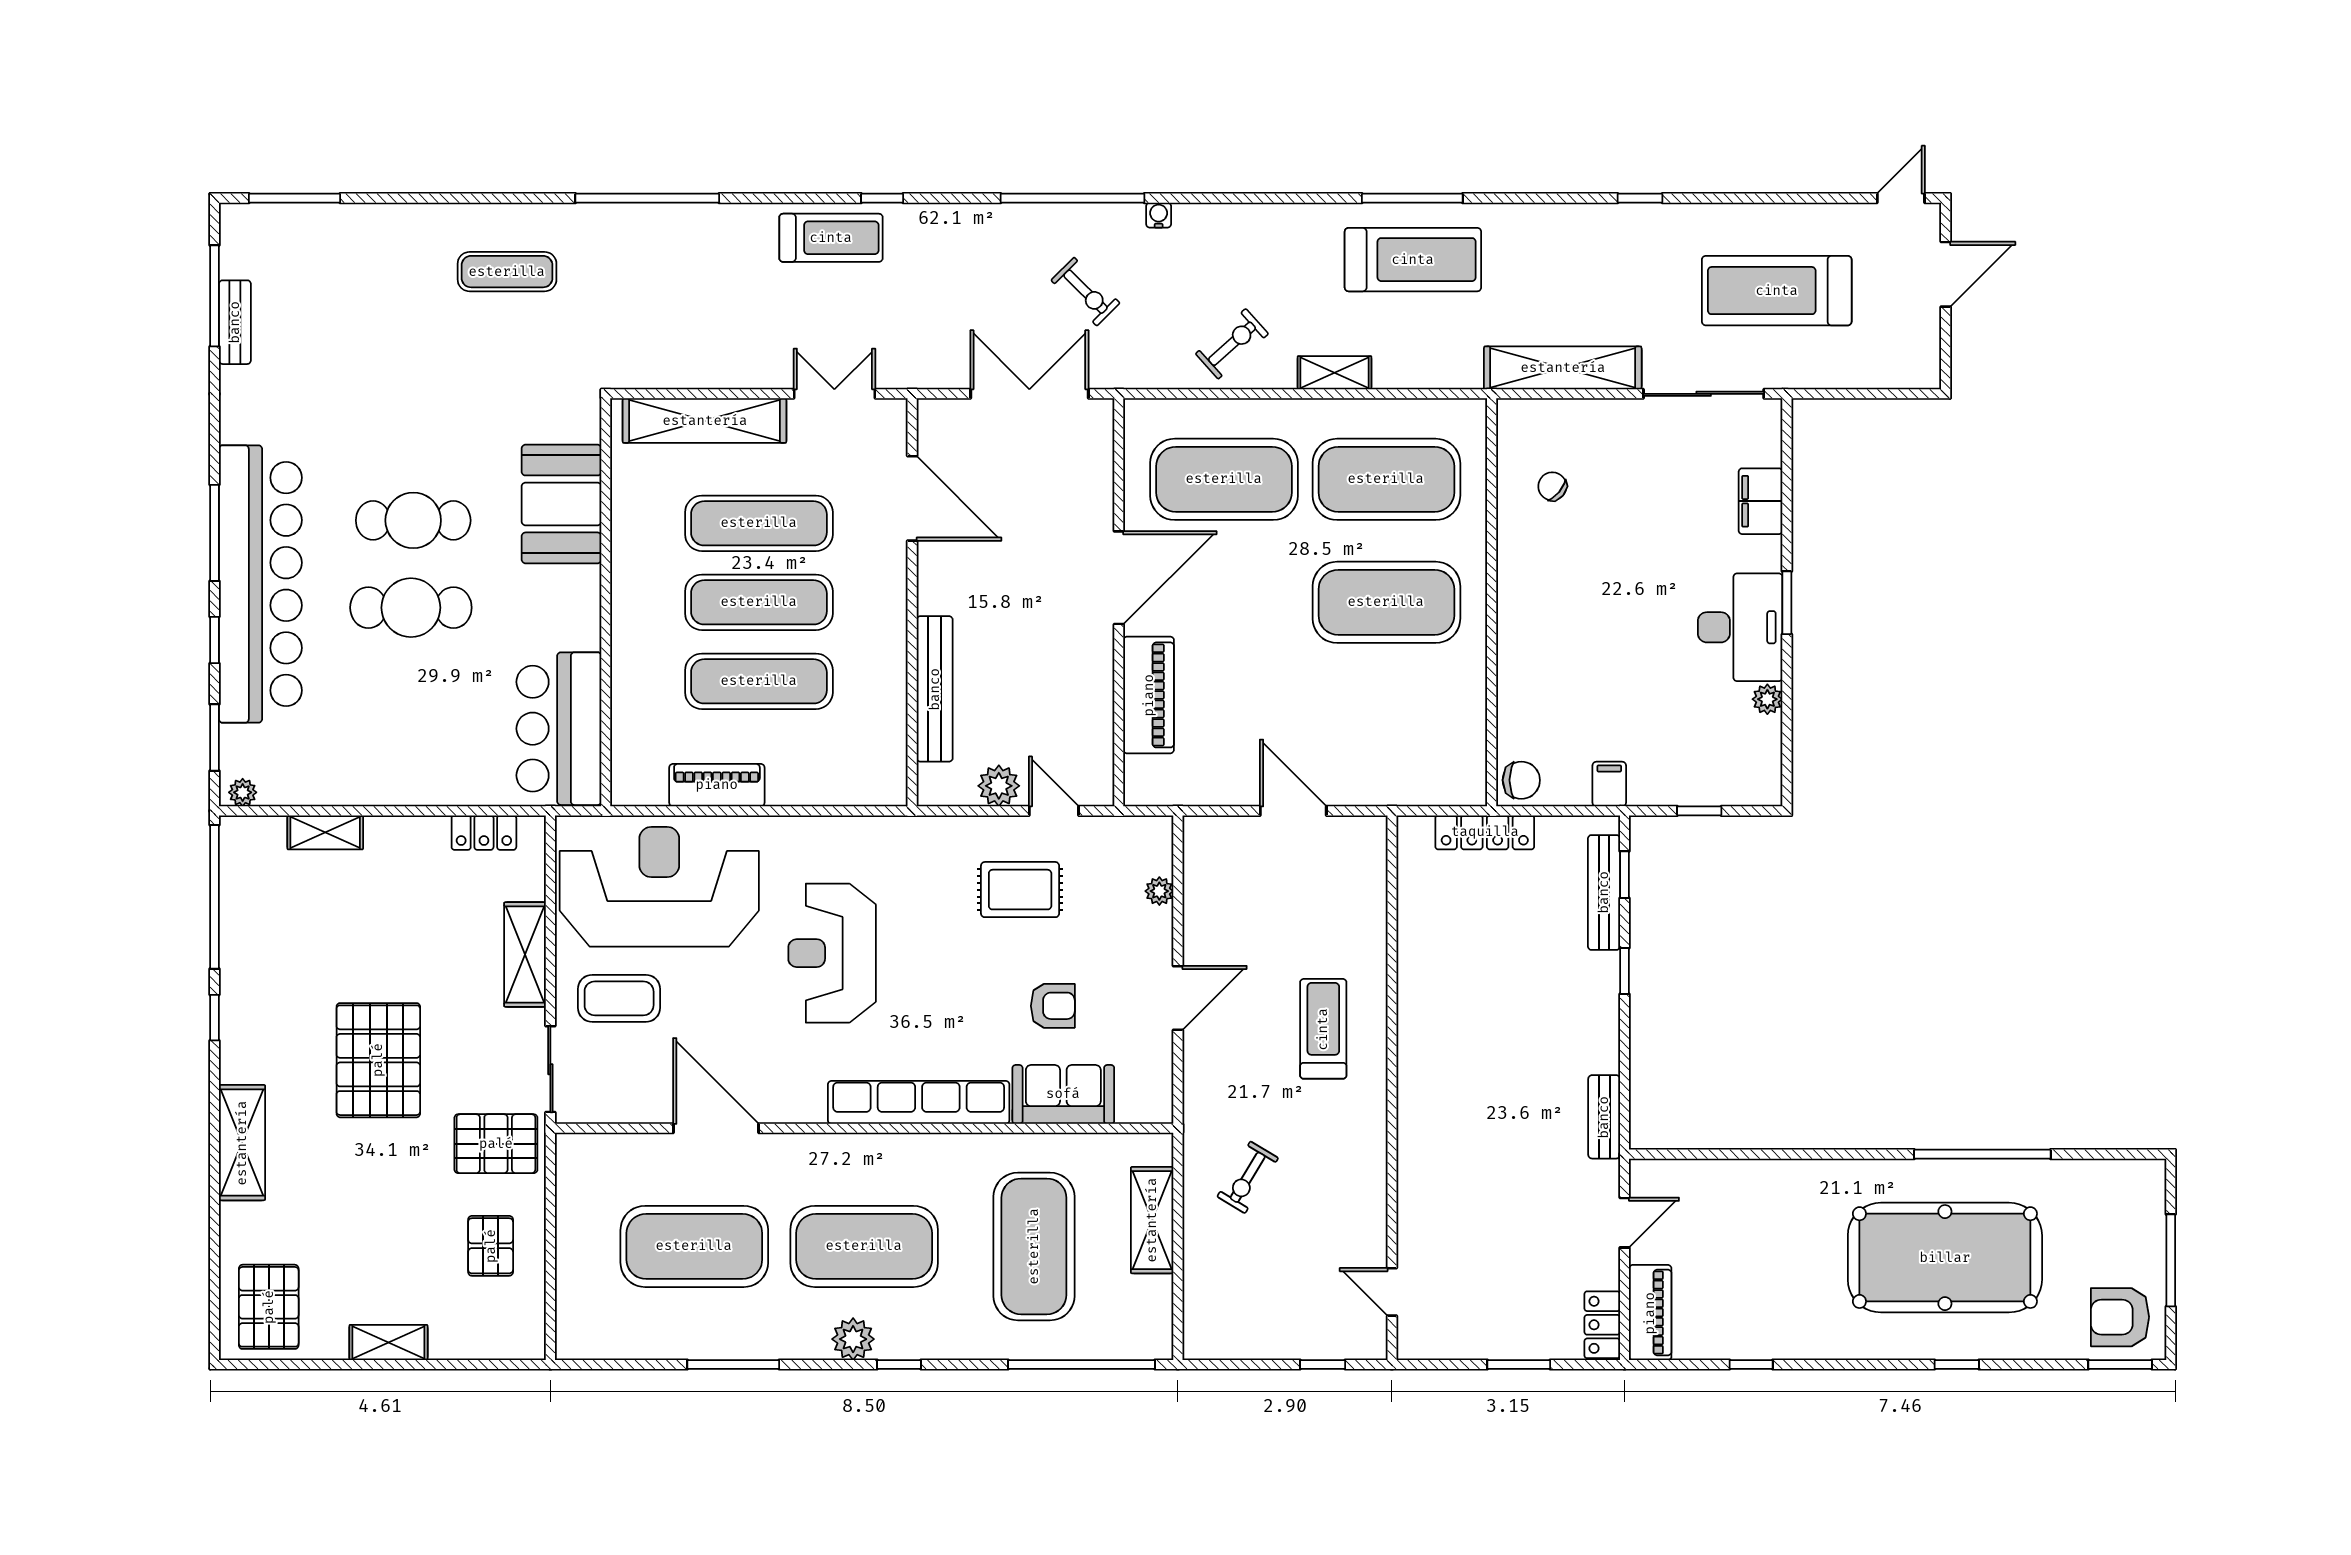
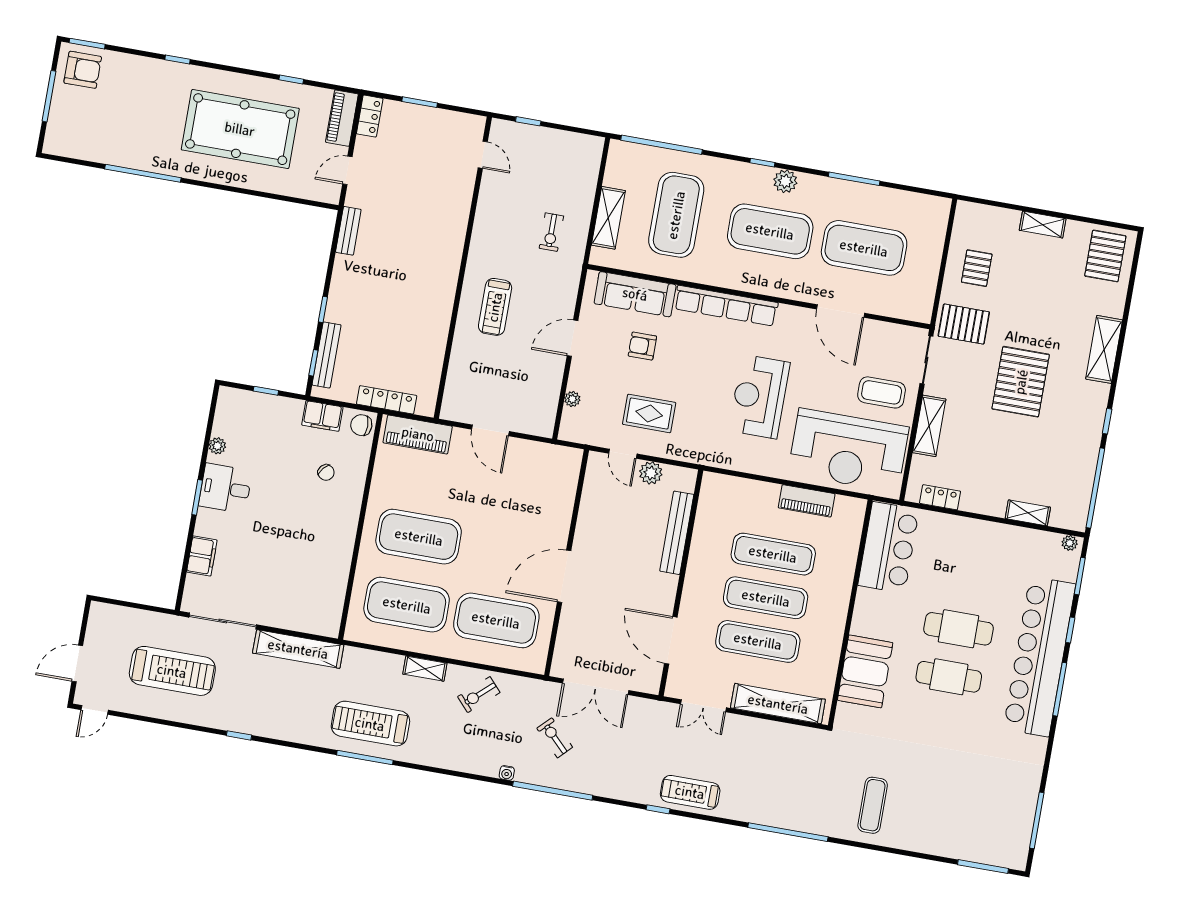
exercise mat: (507, 272) -> (873, 805), turned 90
bench: (235, 322) -> (1028, 804), removed
chair: (1552, 486) -> (326, 472), moved
desk: (1740, 627) -> (225, 488), width x0.73
piano: (1149, 695) -> (418, 434), moved, turned -90
filing cabinet: (1609, 784) -> (322, 416), width x2.00
reception desk: (832, 953) -> (759, 397), turned 180
sofa: (1063, 1094) -> (635, 294), width x1.36
exercise bike: (1248, 1177) -> (551, 232), turned 149
pool table: (1945, 1258) -> (240, 129), moved

